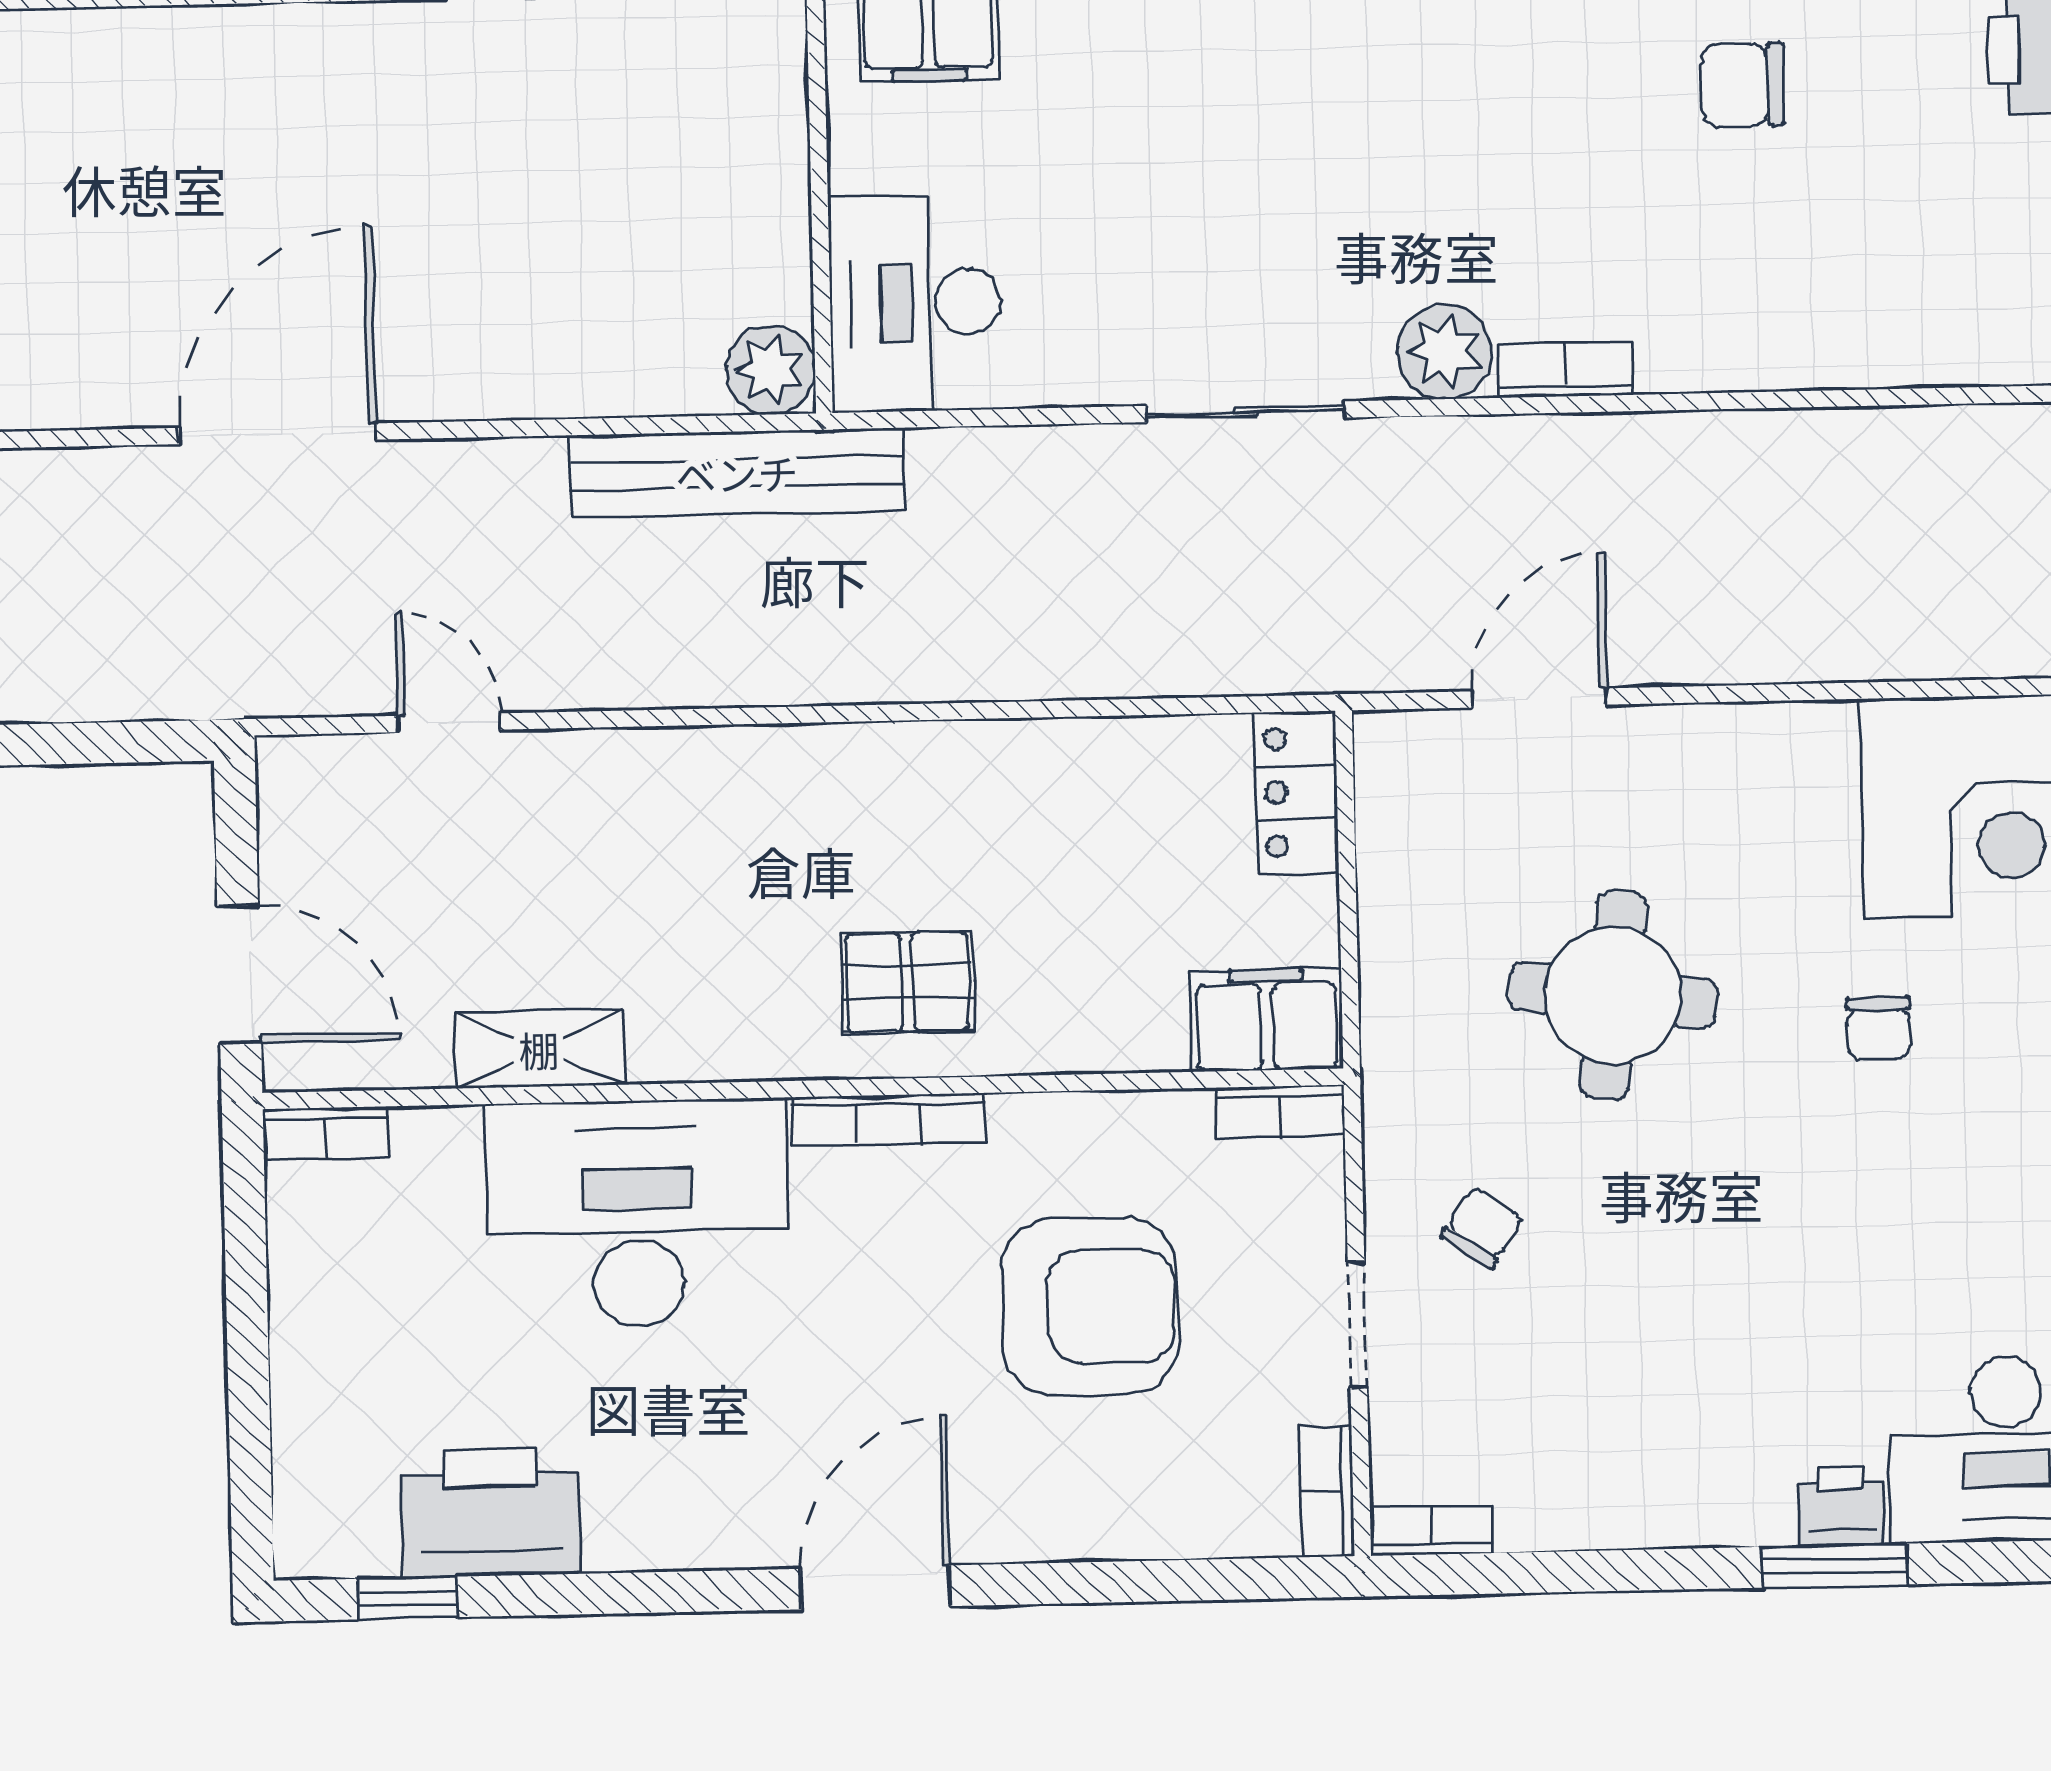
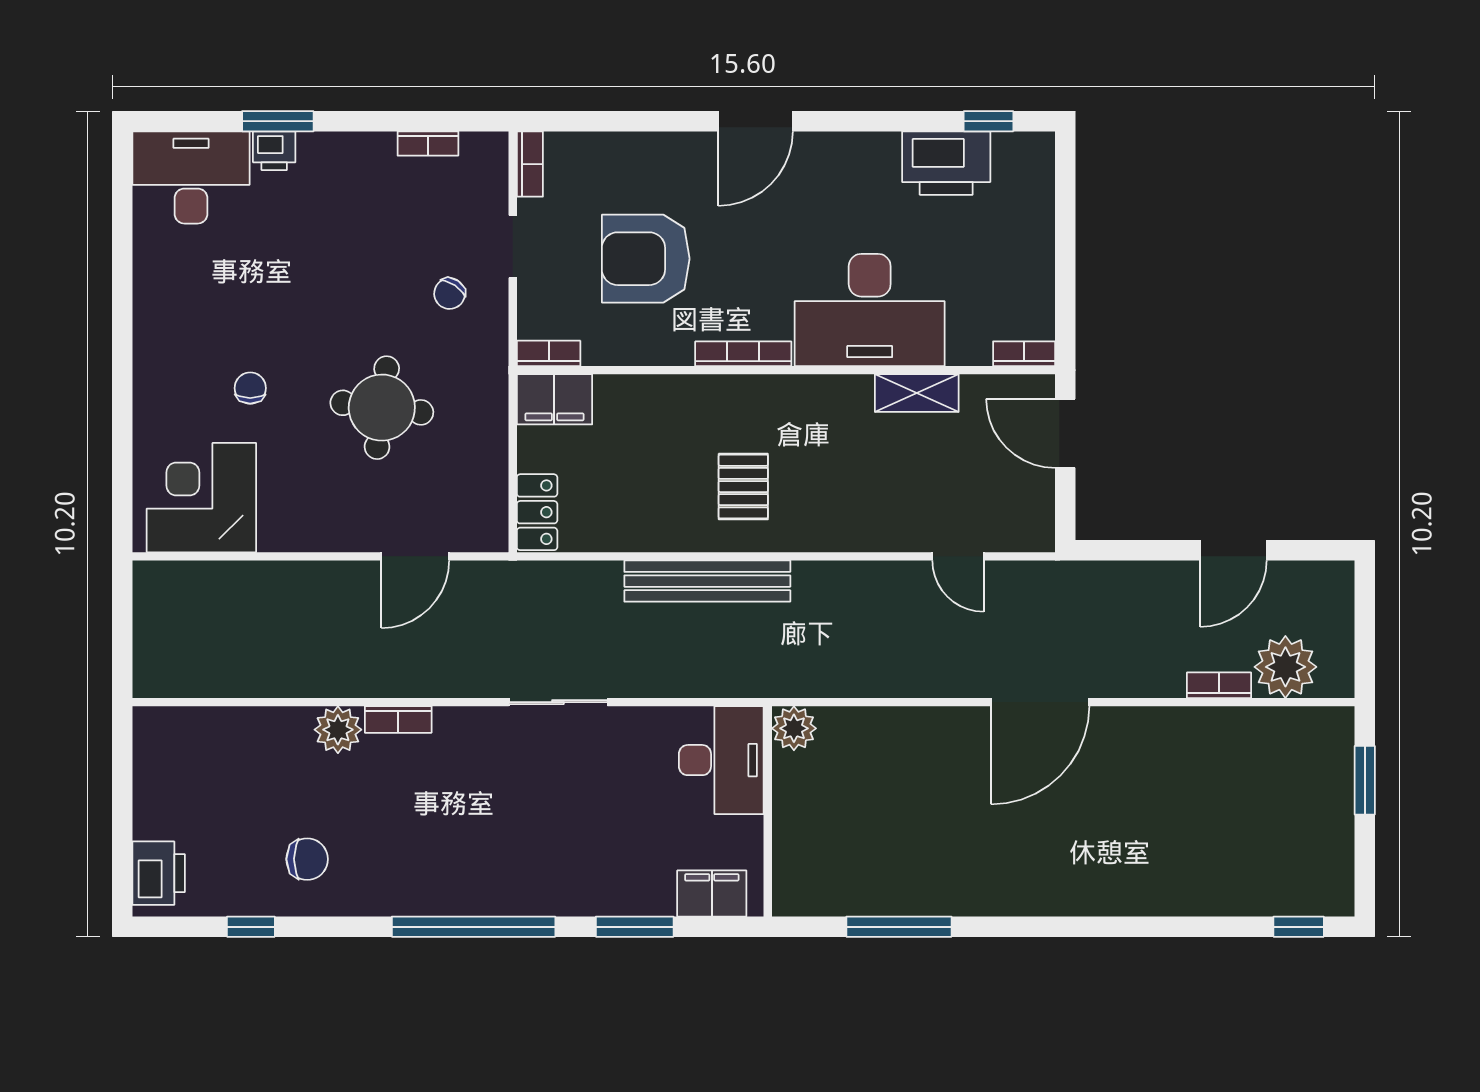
plant: (1445, 352) -> (338, 730), moved
bench: (737, 473) -> (707, 581), moved
pallet: (907, 982) -> (743, 487), moved, turned 90
bookcase: (1431, 1530) -> (428, 144), moved

